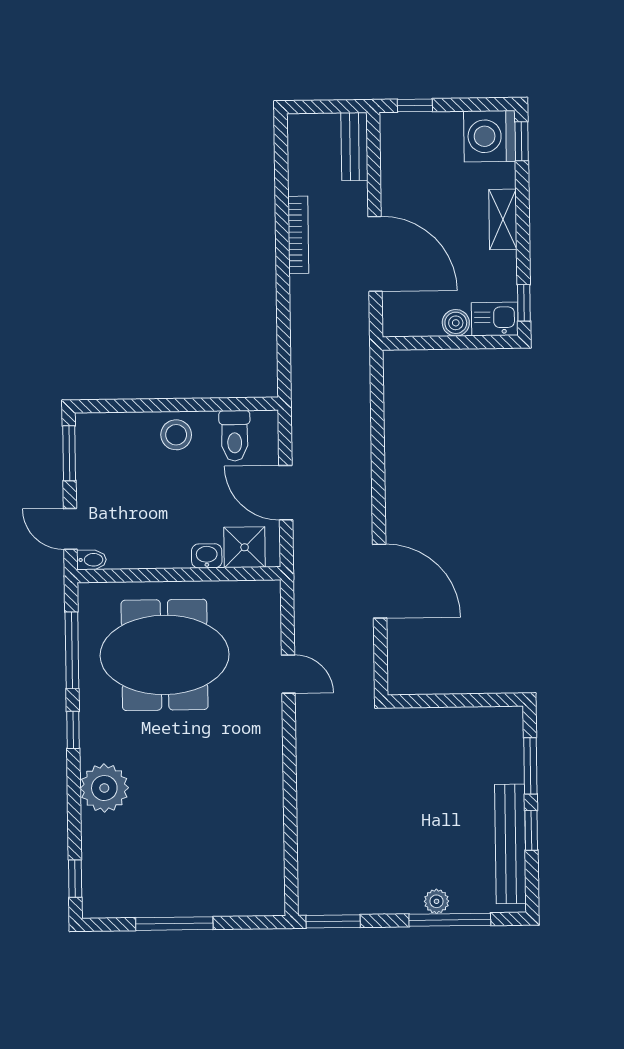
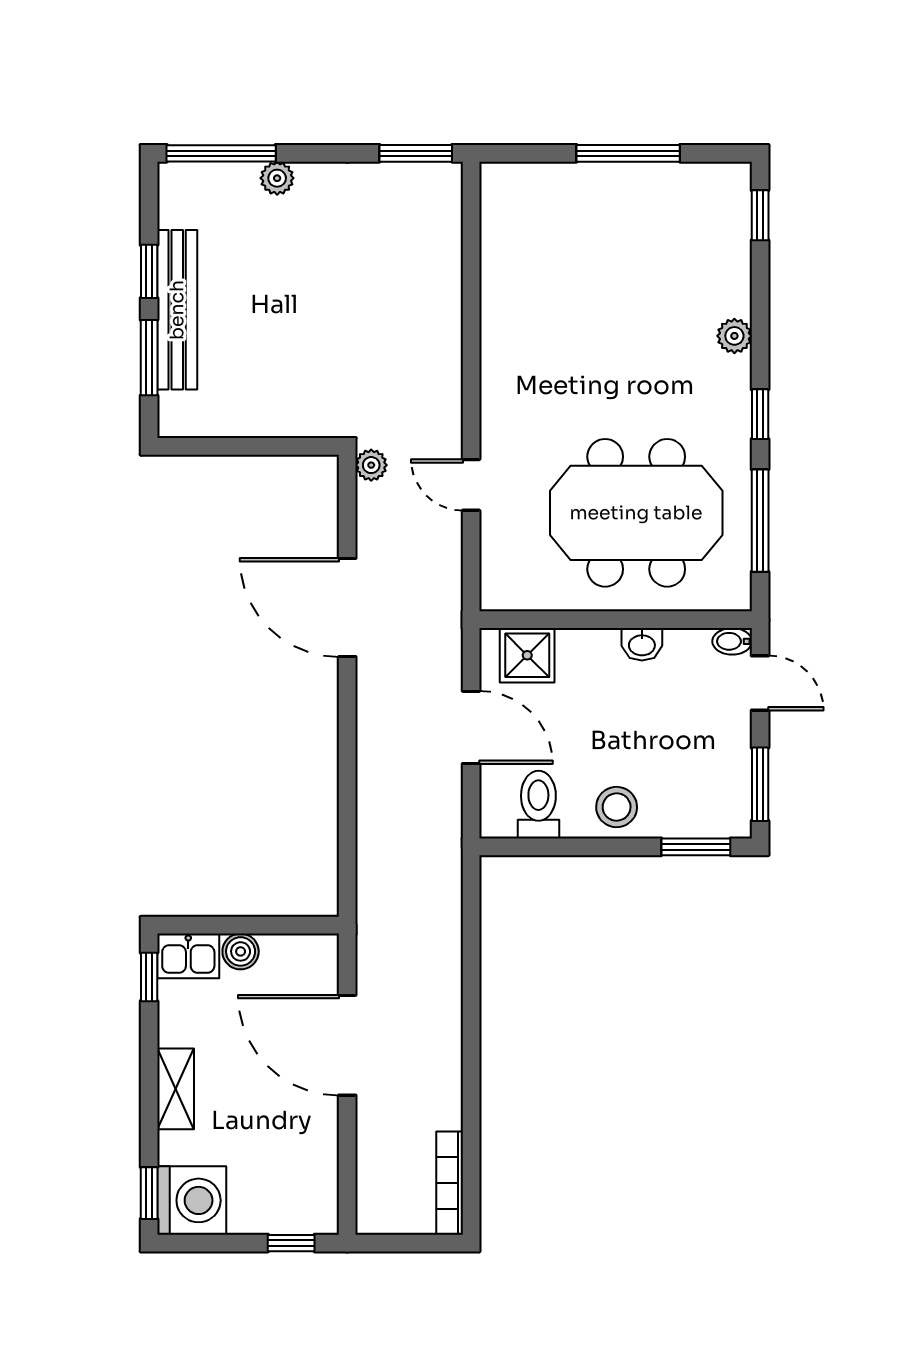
bench: (354, 146) -> (373, 1189), removed
bookcase: (298, 235) -> (450, 1183), moved
window: (116, 406) -> (696, 847), added
washbasin: (207, 556) -> (642, 644), moved
plant: (363, 688) -> (371, 465), added
plant: (104, 788) -> (734, 336), width x0.53, depth x0.53
bench: (510, 844) -> (177, 310), moved
window: (450, 920) -> (221, 153), moved

